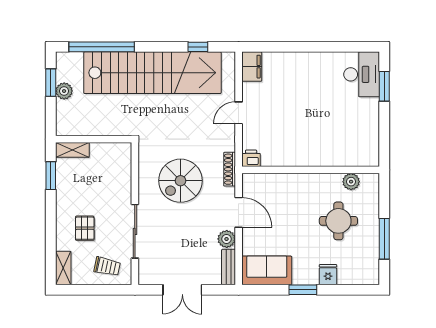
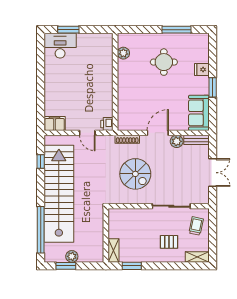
printer: (251, 158) -> (107, 124), moved
wall: (311, 170) -> (115, 82), moved
plant: (351, 182) -> (123, 53), moved

